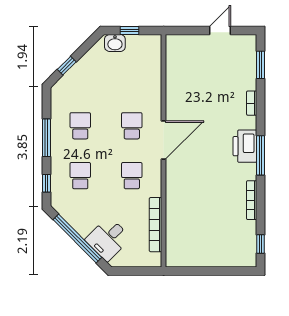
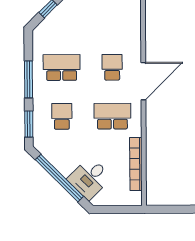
school desk: (80, 126) -> (62, 68), width x1.85
school desk: (132, 176) -> (112, 116), width x1.85
window: (46, 183) -> (29, 124), width x1.50

